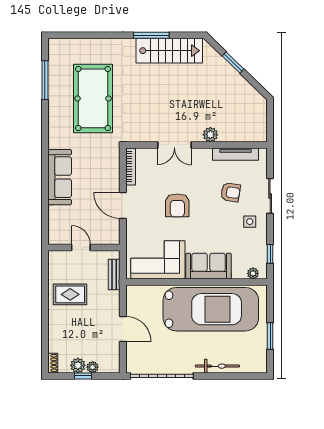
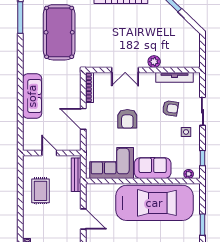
bench: (114, 274) -> (76, 175), width x1.36
rug: (70, 294) -> (41, 191), turned 90

